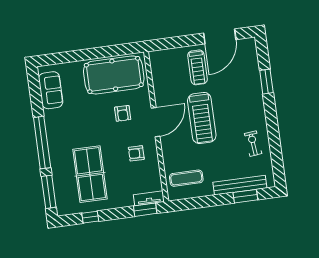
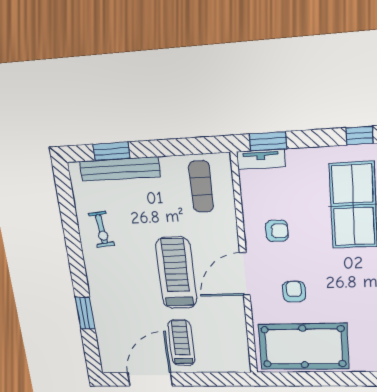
exercise mat: (186, 178) -> (201, 186), turned 90

